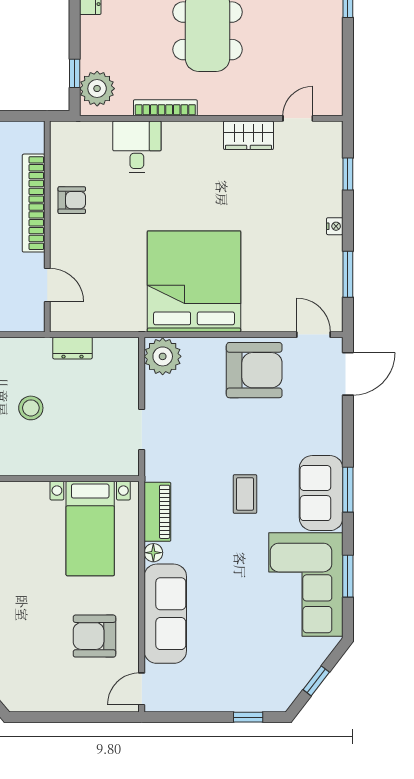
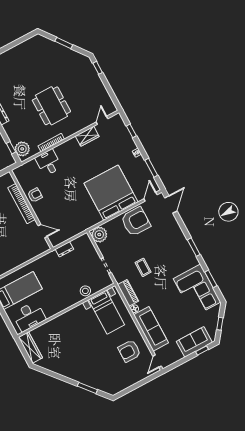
bed: (194, 281) -> (111, 193), moved
door: (314, 335) -> (151, 197), hinge flipped
stool: (31, 408) -> (85, 291), moved
sofa: (321, 493) -> (194, 342), moved, turned 90
coffee table: (245, 494) -> (143, 267), moved

